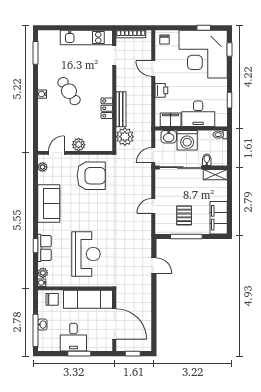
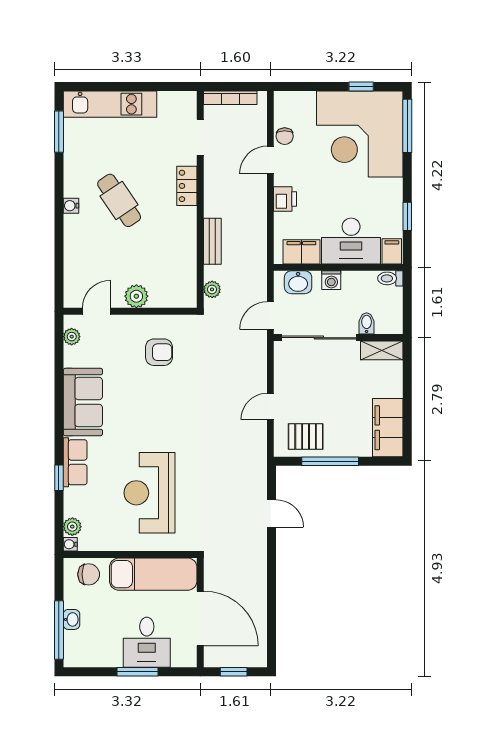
kitchen unit: (86, 38) -> (110, 104), moved
chair: (165, 40) -> (285, 136), moved
window: (230, 50) -> (407, 126), width x2.17
door: (153, 69) -> (270, 160), hinge flipped
locker: (107, 108) -> (187, 186), moved
bench: (121, 109) -> (212, 241), width x0.73
filing cabinet: (221, 120) -> (392, 251), added
plant: (125, 137) -> (212, 289), width x0.53, depth x0.53
washing machine: (187, 140) -> (331, 280), width x0.53, depth x0.53
armchair: (91, 176) -> (159, 352), width x0.53, depth x0.53
pallet: (184, 215) -> (306, 437), moved, turned 90
row of seats: (44, 248) -> (75, 462), moved
reception desk: (86, 254) -> (150, 493), turned 180
desk: (73, 337) -> (147, 642), moved

